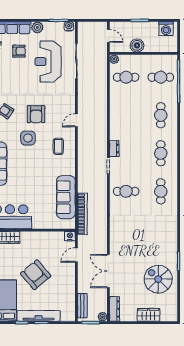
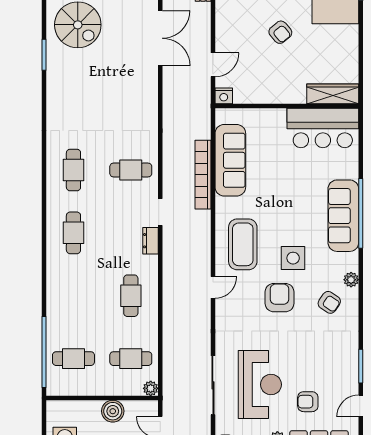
cafe table: (161, 115) -> (131, 296), moved
coffee table: (58, 146) -> (243, 244), width x1.86, depth x1.72
bookcase: (82, 214) -> (203, 175), moved
armchair: (36, 275) -> (280, 32), width x0.53, depth x0.53

